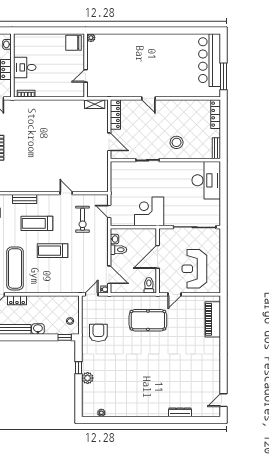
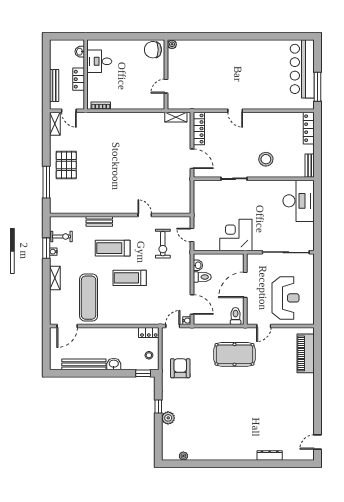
desk: (25, 67) -> (99, 61), moved
reception desk: (194, 269) -> (286, 298), turned 180
locker: (17, 300) -> (149, 332), moved

